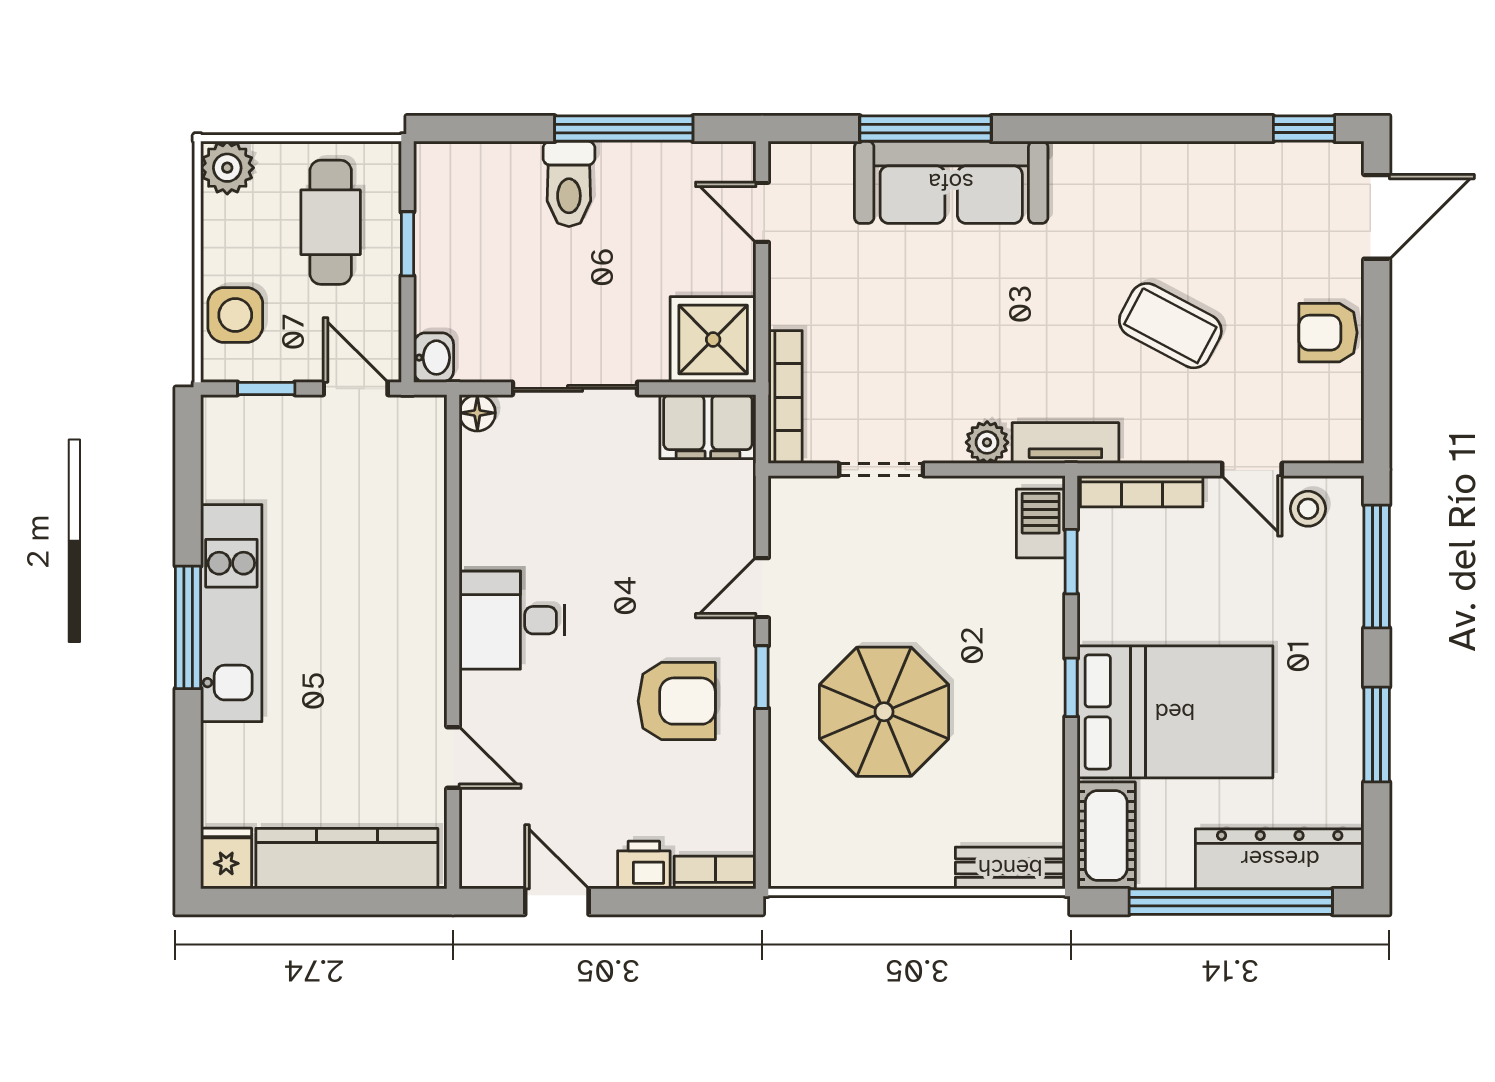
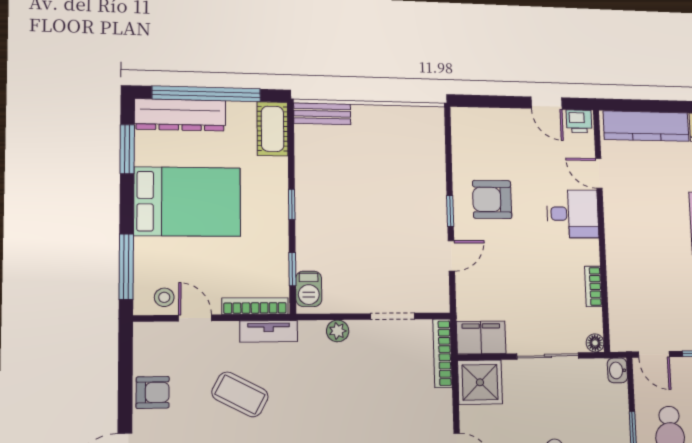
tv unit: (1065, 443) -> (269, 331), moved
desk: (512, 620) -> (573, 214), moved
parasol: (884, 712) -> (388, 193), removed
bed: (1175, 712) -> (187, 202), moved, turned 180
window: (1377, 734) -> (127, 149), moved
printer: (644, 865) -> (579, 121), moved
bookcase: (715, 873) -> (593, 286), moved, turned 90

